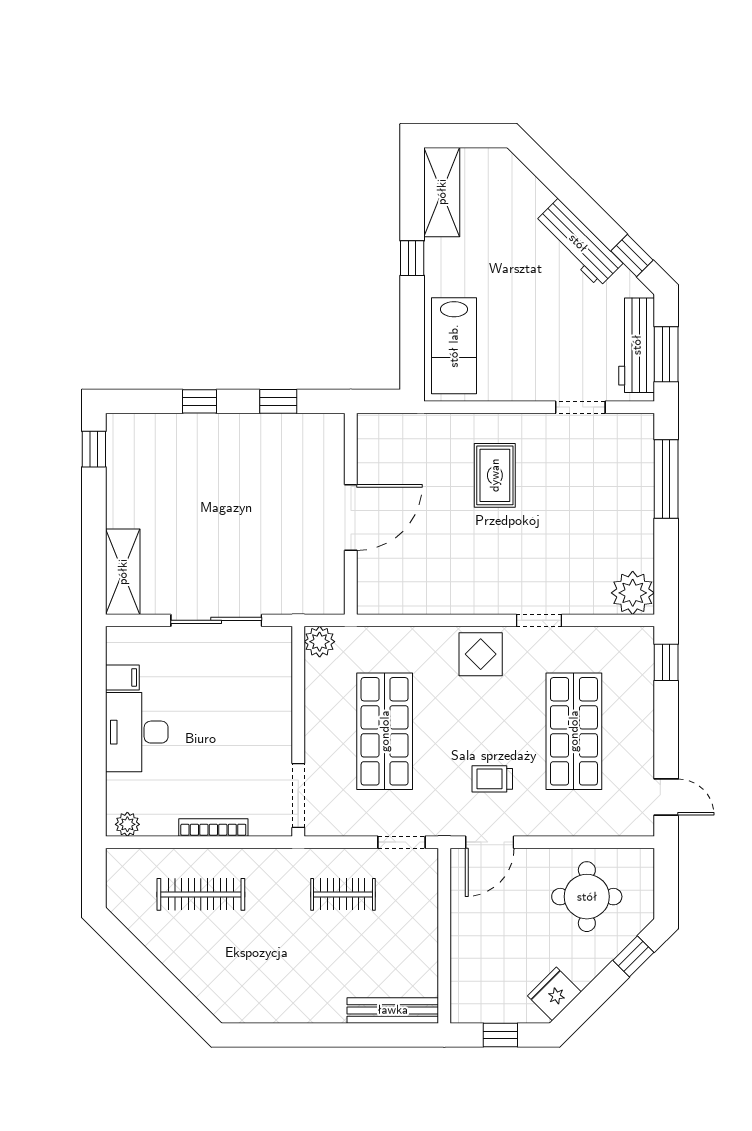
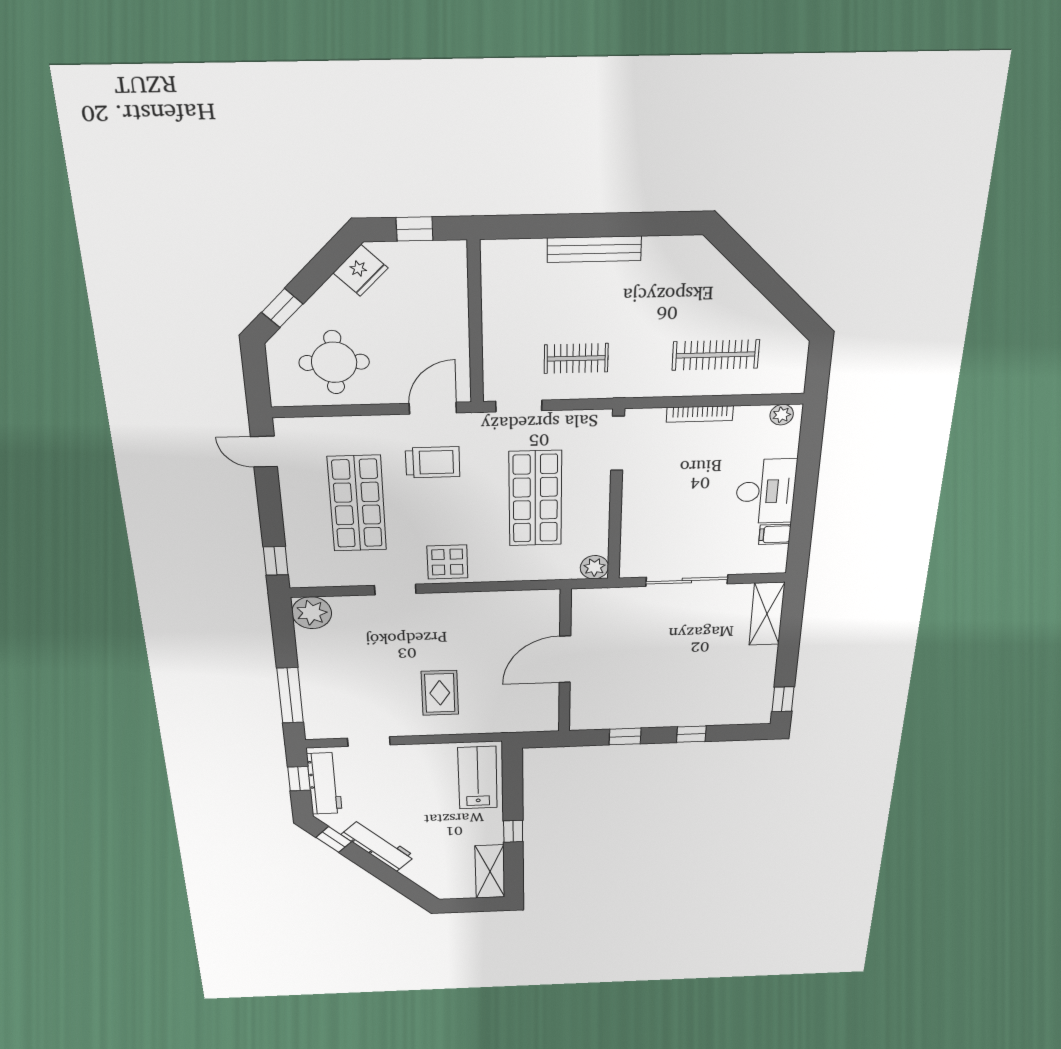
window: (666, 354) -> (299, 779), width x0.67
trolley: (492, 779) -> (433, 462), width x1.36, depth x1.39
bench: (393, 1010) -> (594, 249), moved

